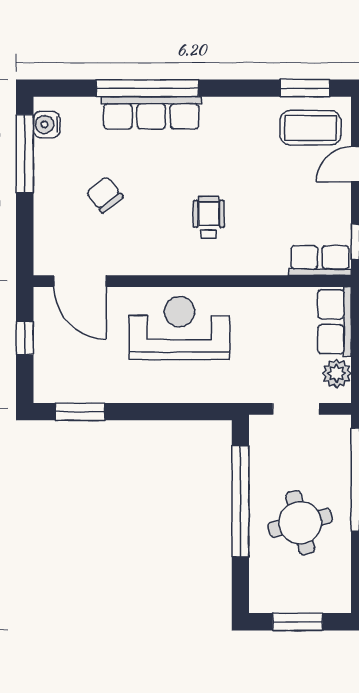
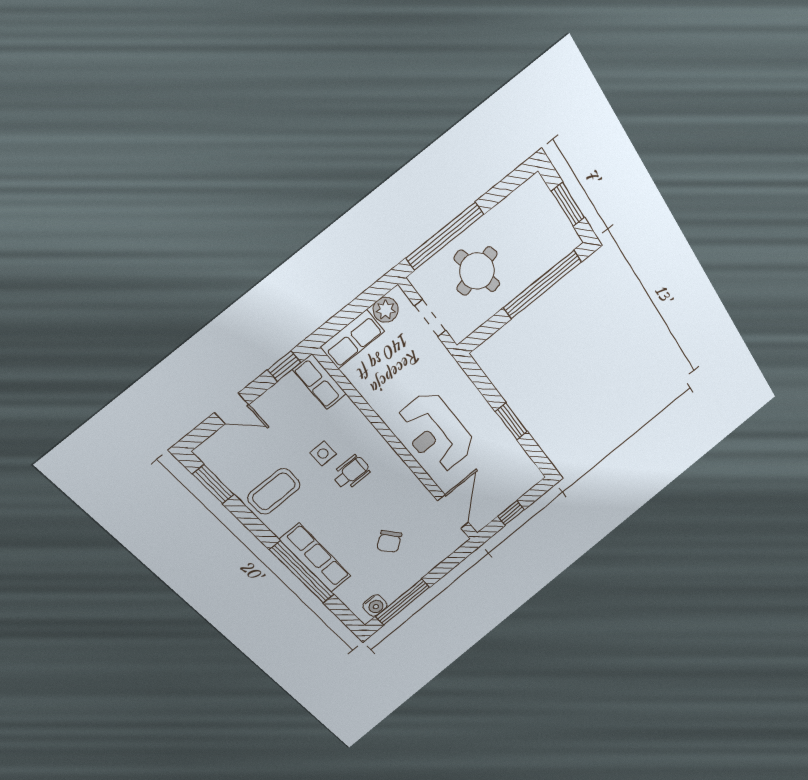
coffee table: (311, 128) -> (274, 491), moved, turned 90
side table: (250, 207) -> (323, 453), added
wheelchair: (209, 217) -> (351, 472), turned 180
window: (80, 412) -> (511, 421), moved
window: (240, 501) -> (542, 285), moved
round table: (300, 523) -> (477, 271), moved

